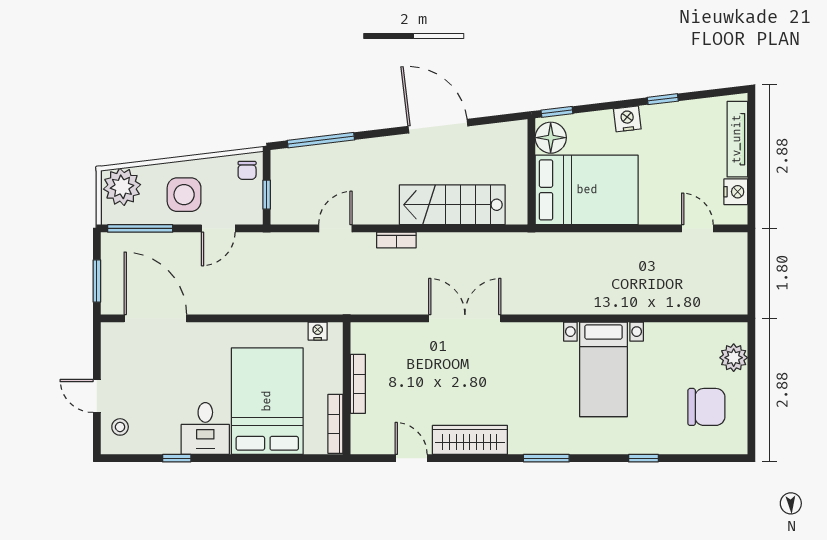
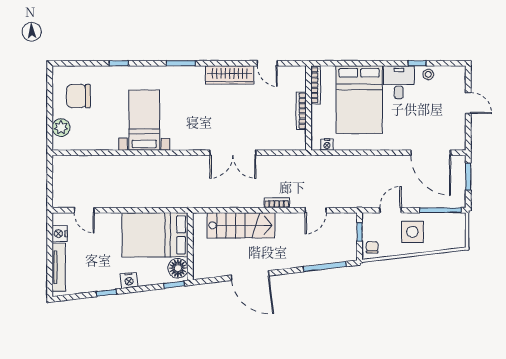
plant: (122, 187) -> (452, 237), removed
stool: (120, 427) -> (428, 74), moved

